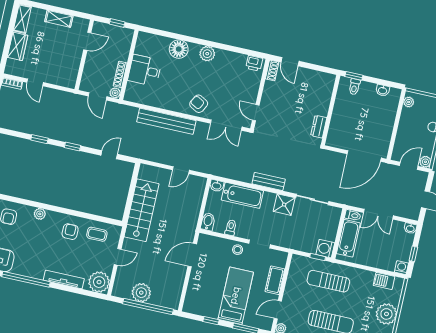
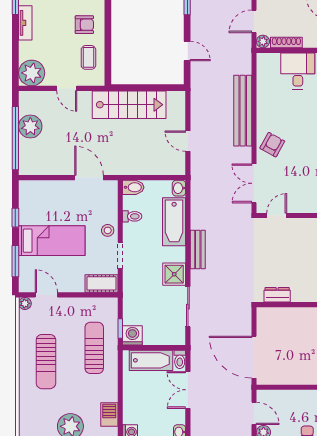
tv unit: (64, 279) -> (25, 23), width x0.71
cot: (275, 280) -> (101, 283), moved

